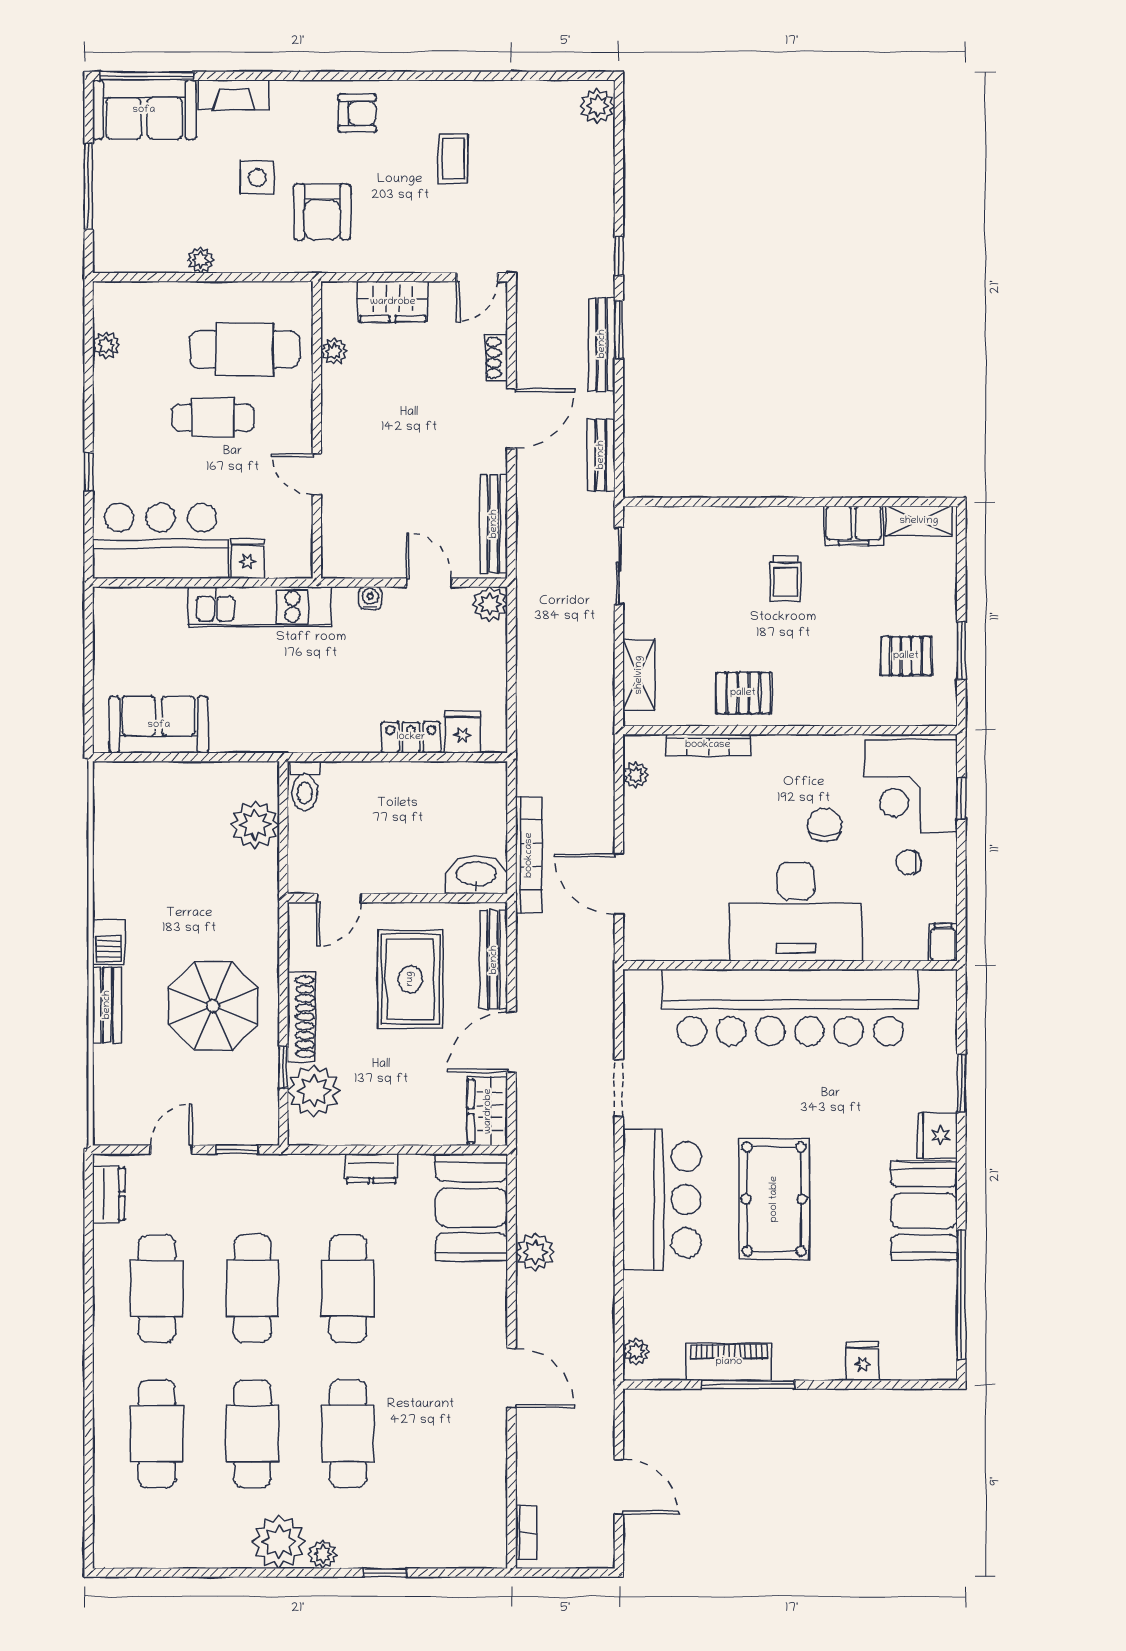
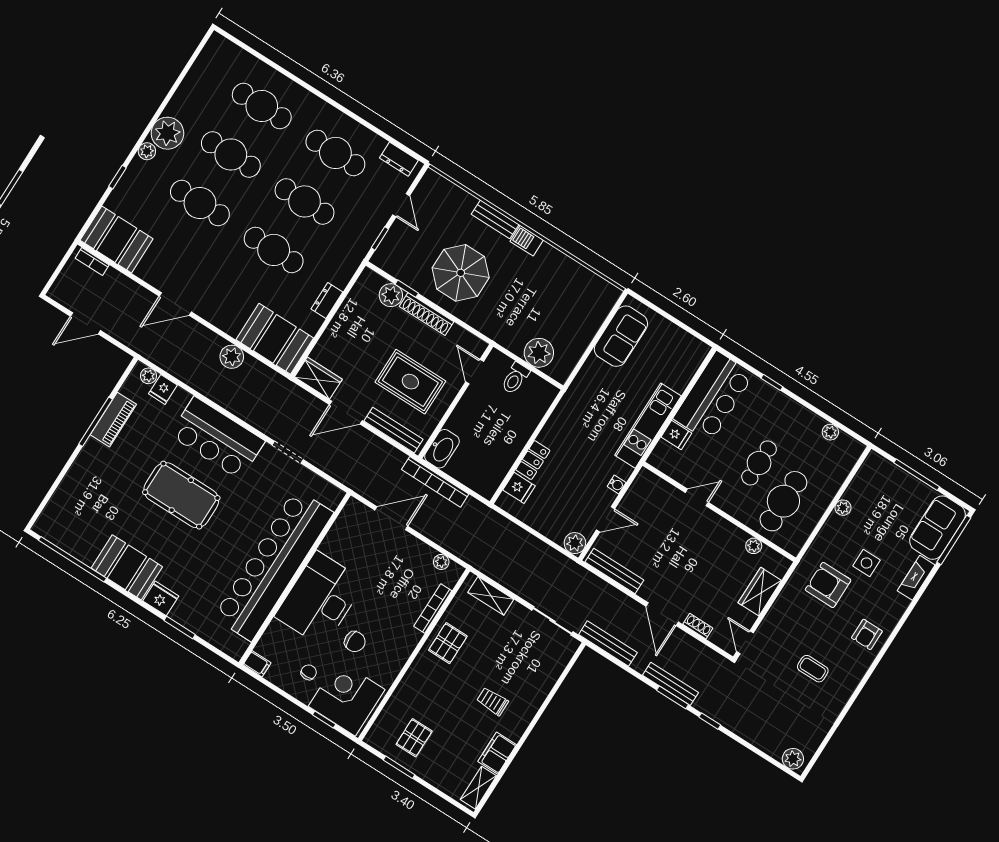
bench: (601, 455) -> (608, 644), width x1.36
toilet: (305, 786) -> (515, 378), moved, turned -90
door: (512, 1042) -> (346, 413), swing flipped
plant: (314, 1091) -> (391, 295), width x0.73, depth x0.73
fridge: (862, 1361) -> (163, 389), moved, turned 90
booth: (474, 1518) -> (117, 240), added

